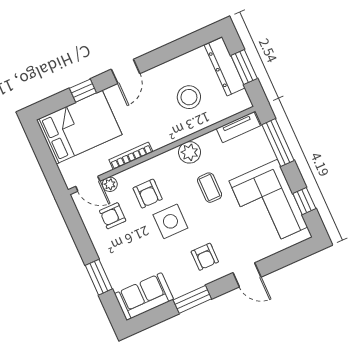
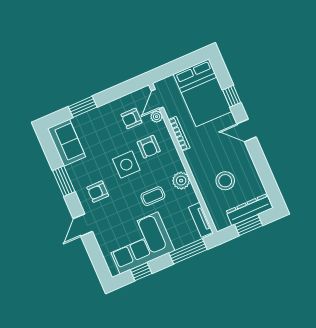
armchair: (148, 194) -> (149, 147), turned -90
armchair: (113, 216) -> (131, 119), turned -90

